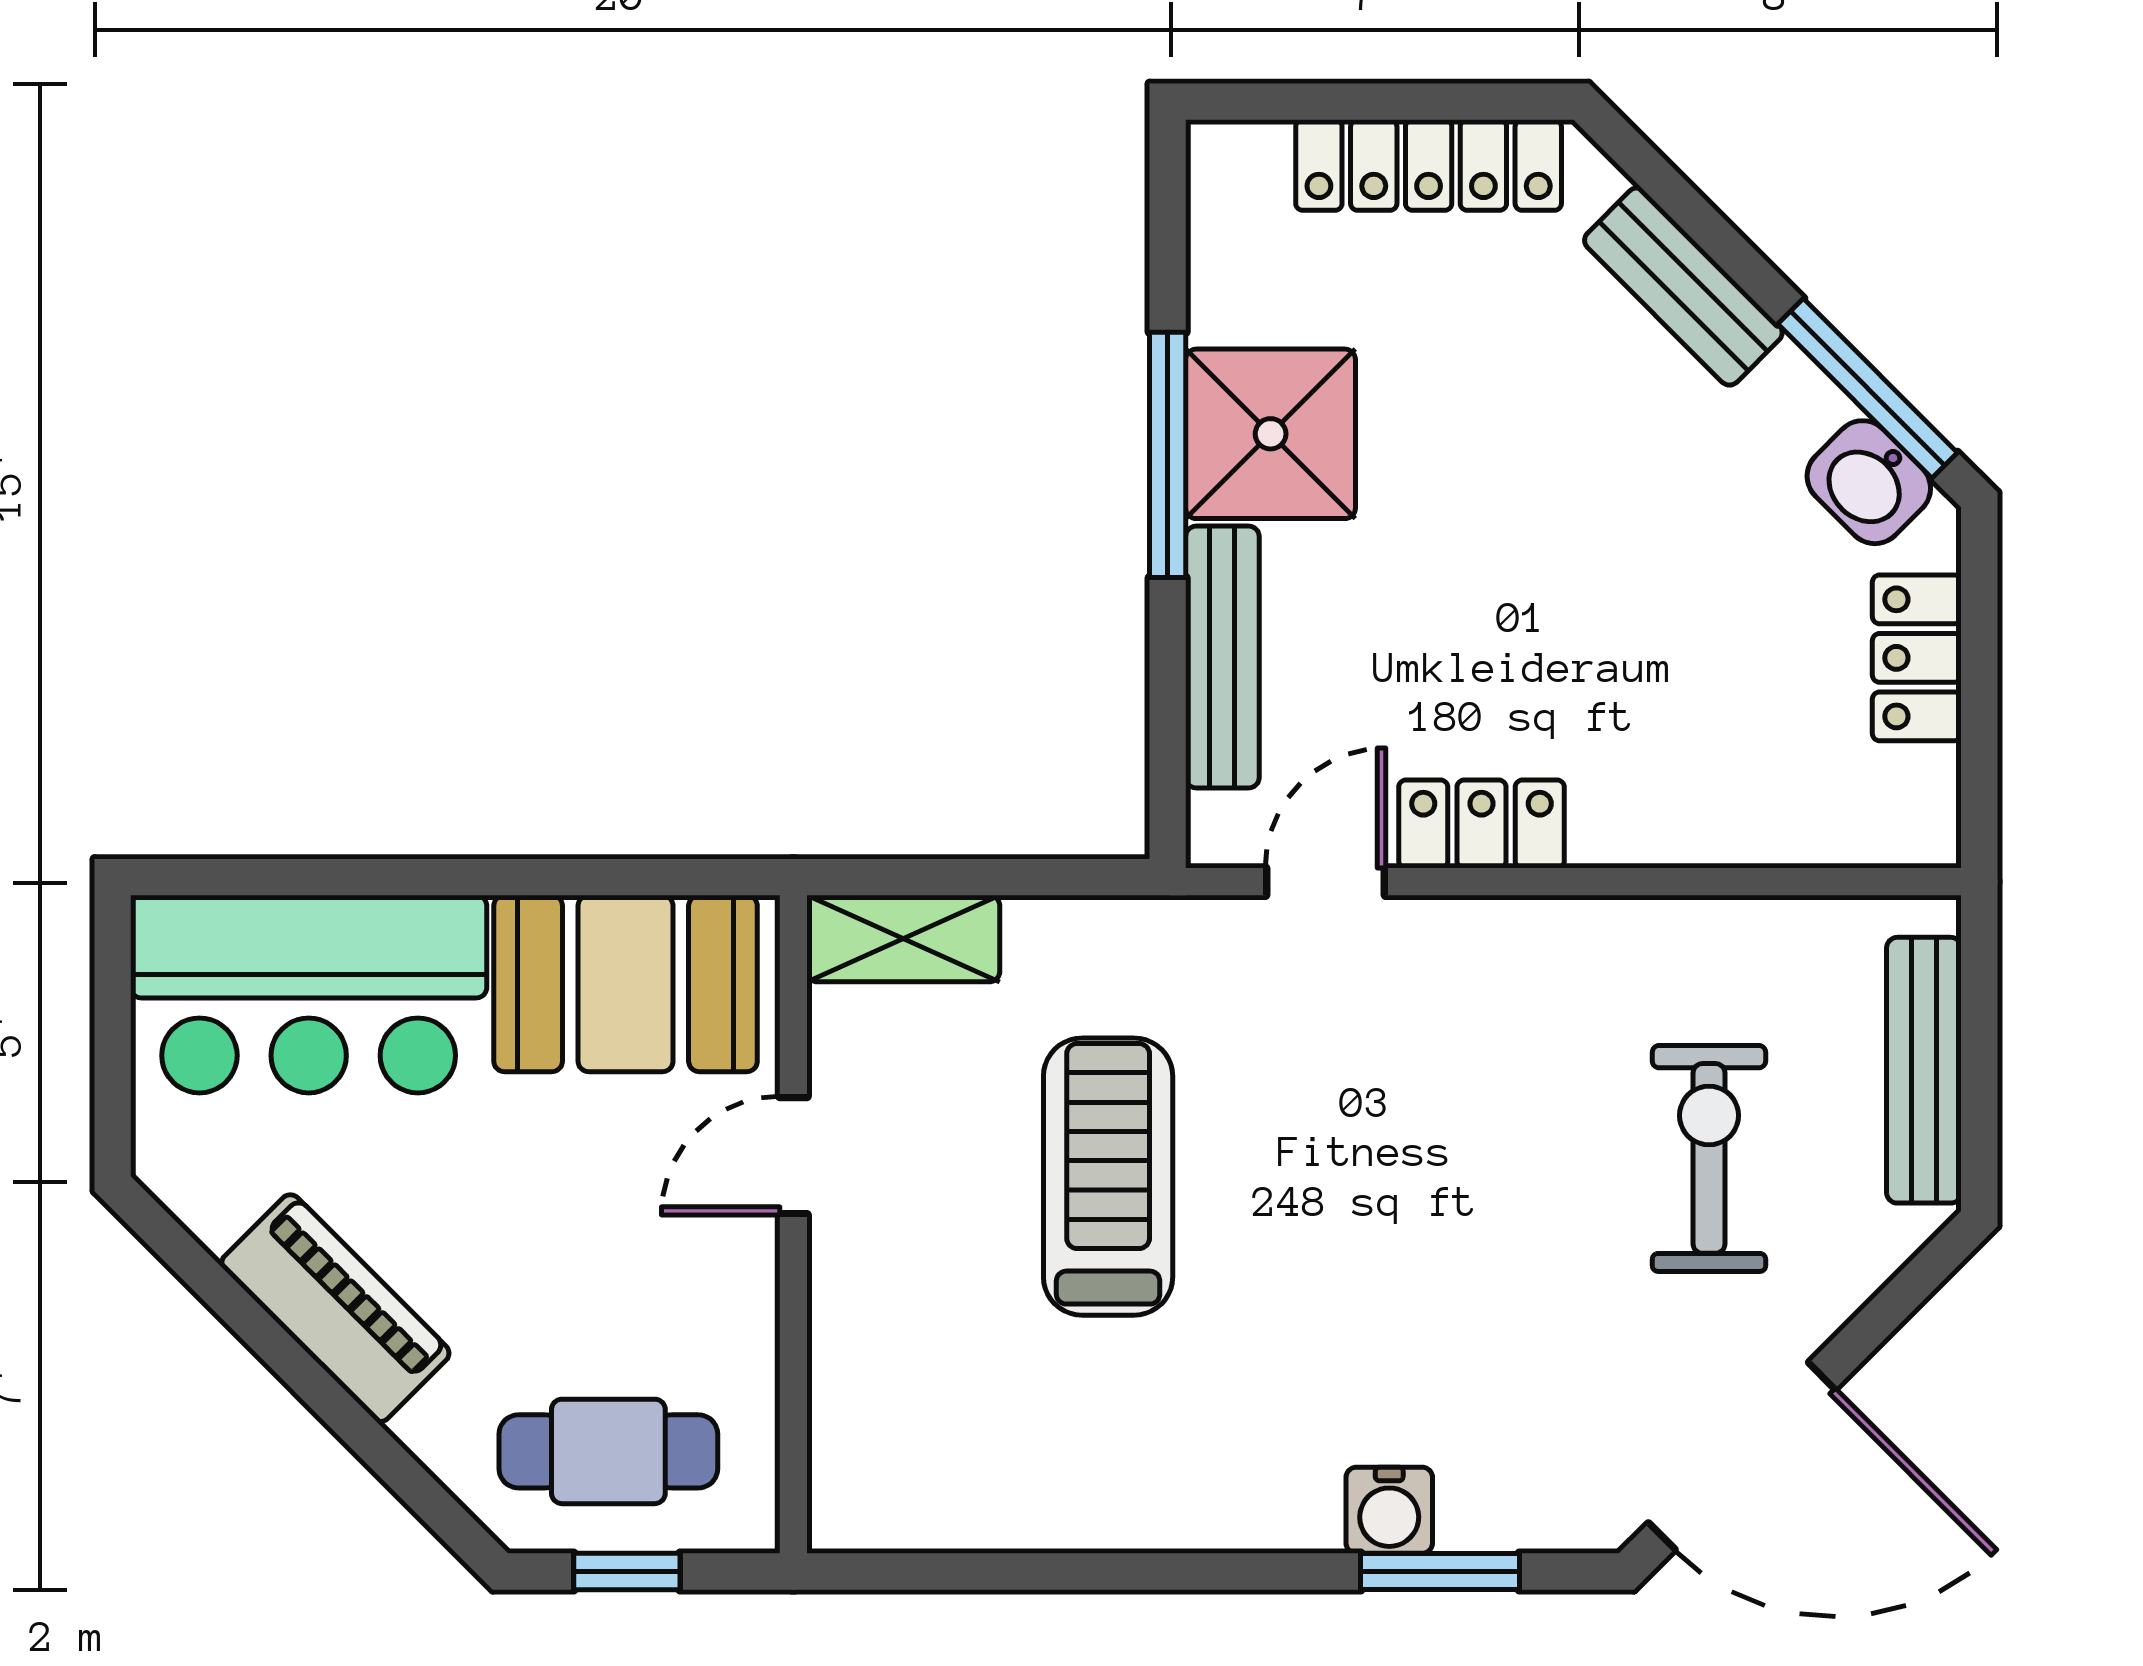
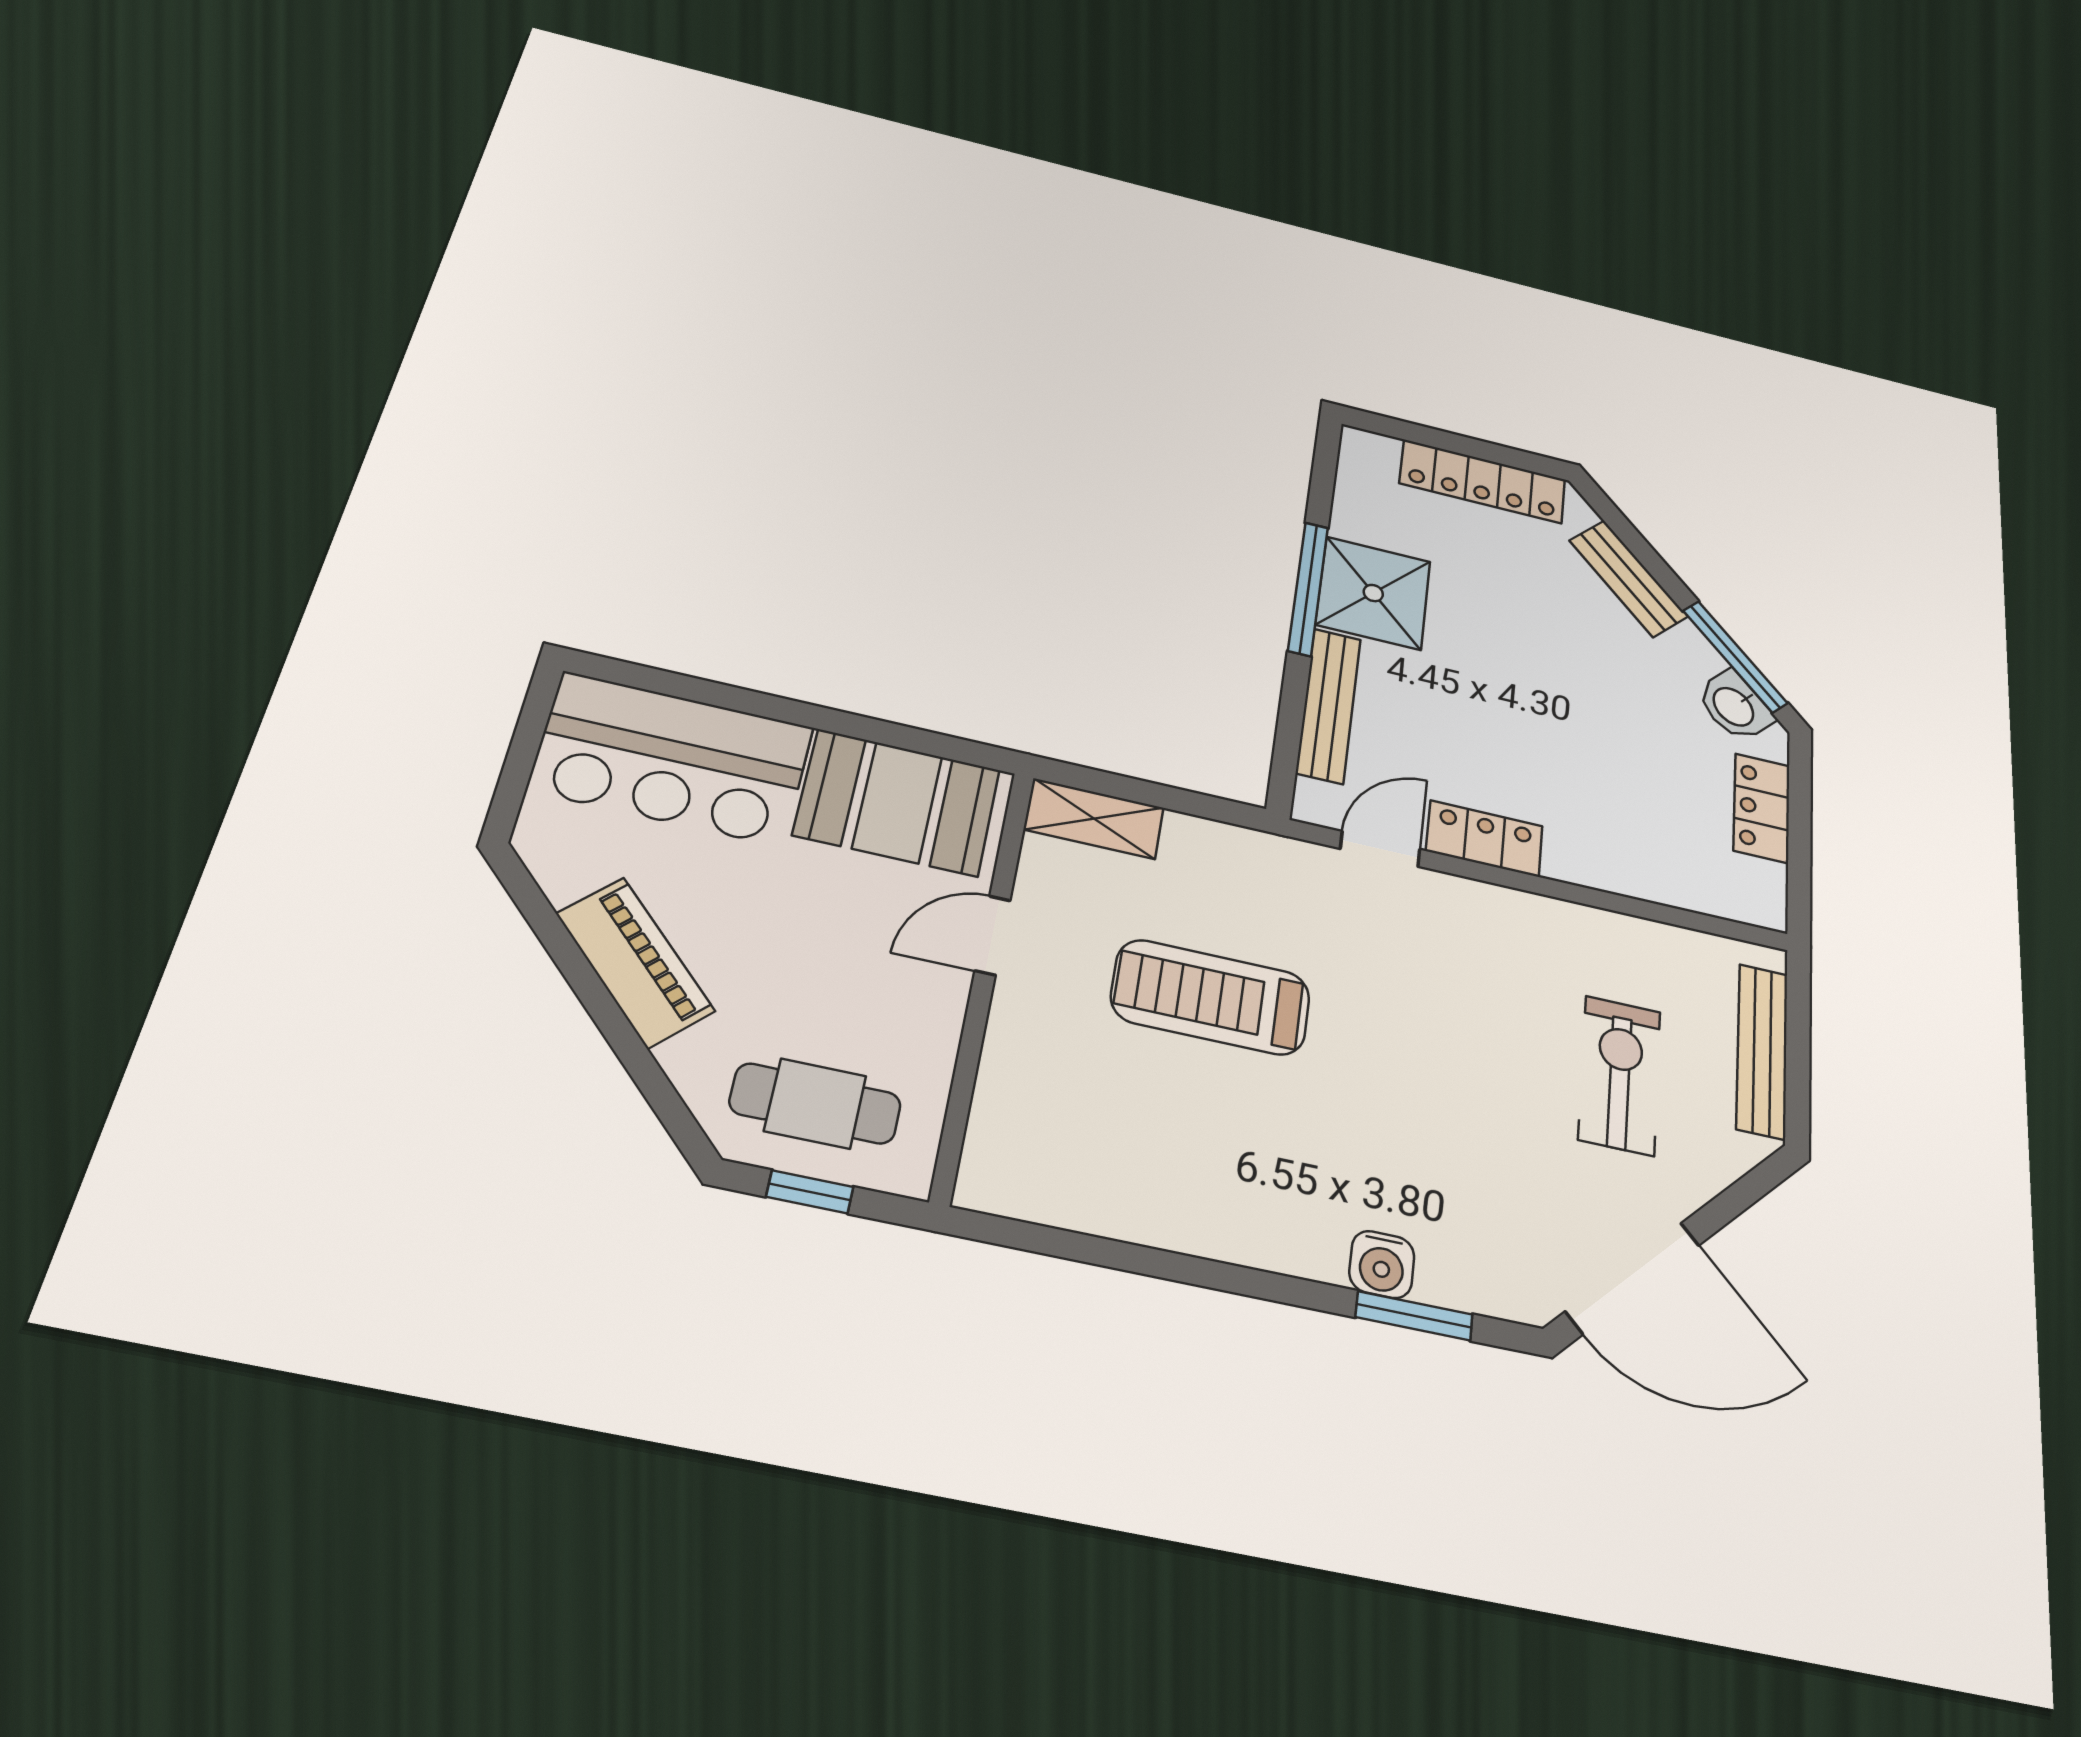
treadmill: (1108, 1177) -> (1211, 997), turned -90

